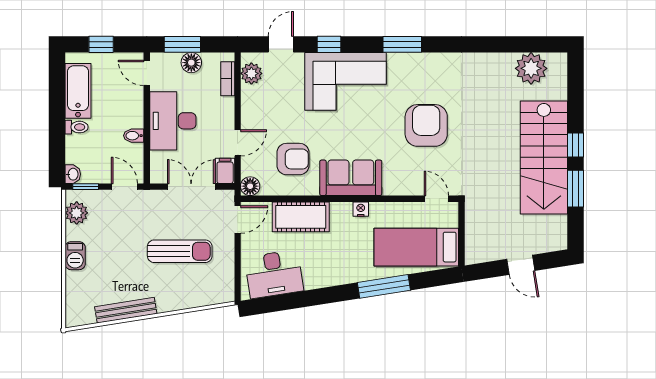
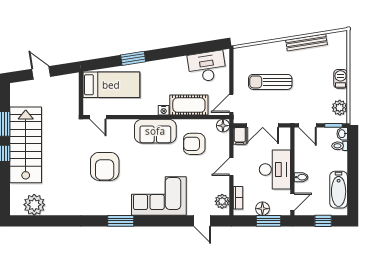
door: (281, 44) -> (202, 221), hinge flipped
window: (329, 44) -> (170, 221), removed
door: (147, 73) -> (292, 202), hinge flipped
toilet: (76, 127) -> (340, 146), moved
bidet: (134, 136) -> (301, 177), moved
door: (238, 143) -> (231, 167), moved
nightstand: (361, 209) -> (164, 110), moved
window: (384, 286) -> (133, 58), width x0.69

